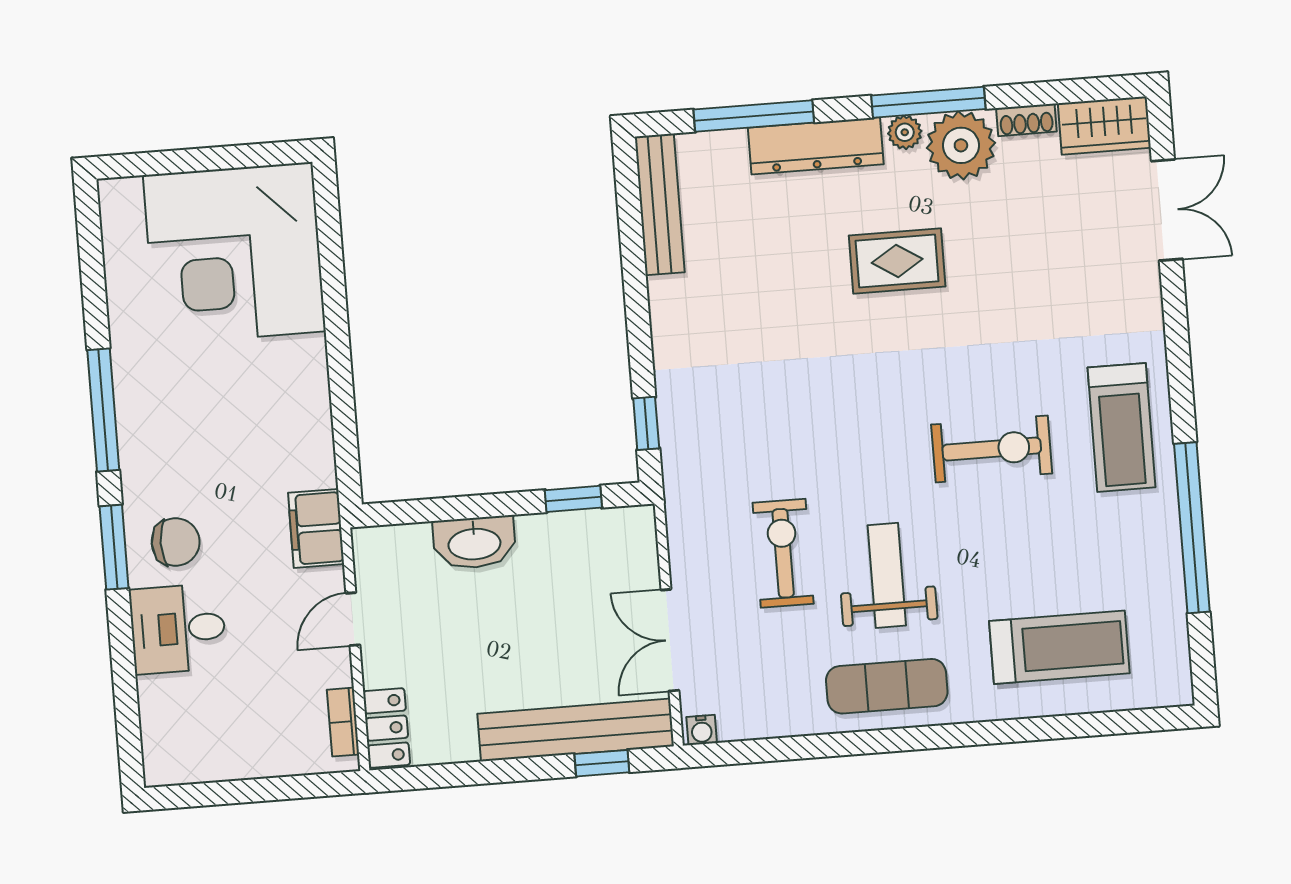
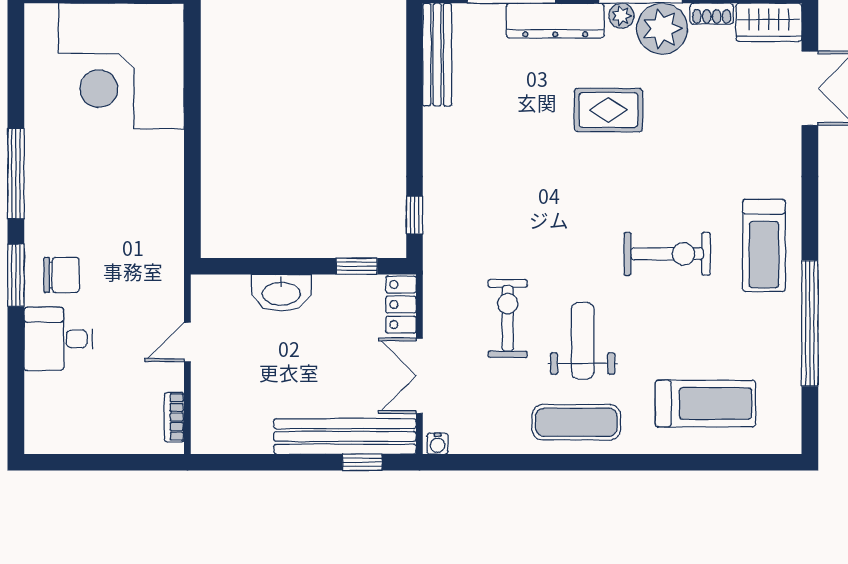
filing cabinet: (316, 528) -> (166, 273), removed
locker: (387, 728) -> (401, 305), moved, turned 180

